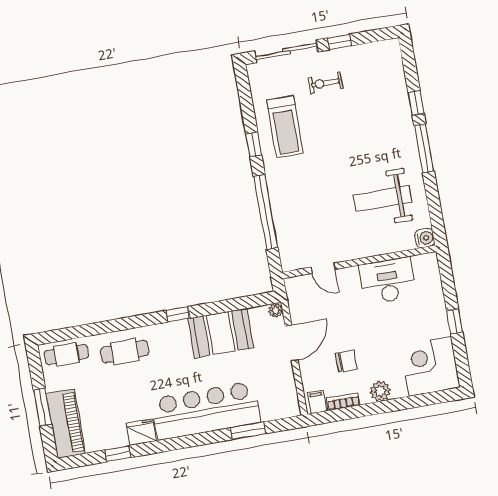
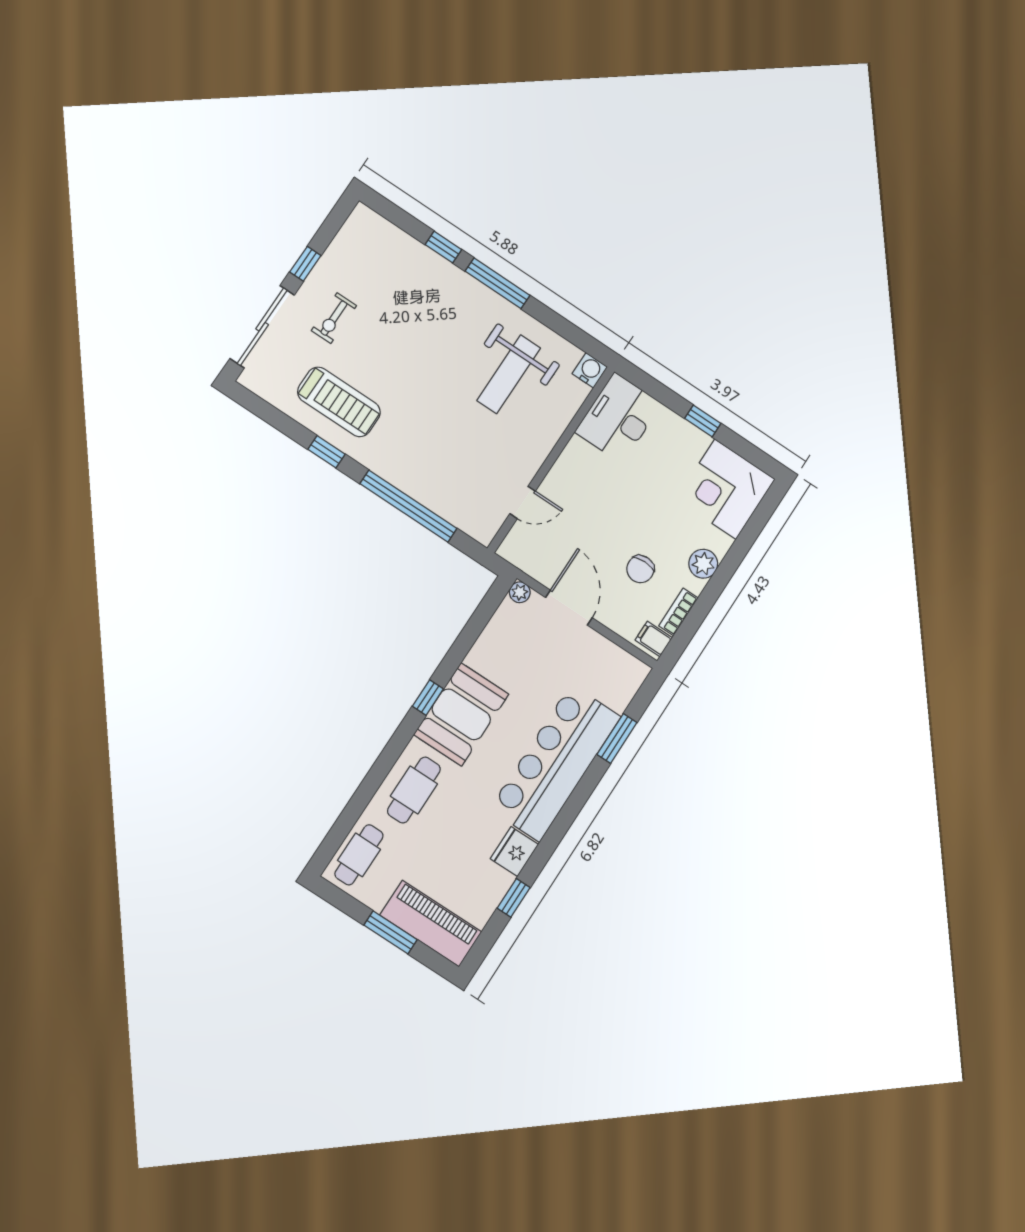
desk: (388, 281) -> (618, 418), moved
booth: (221, 333) -> (461, 714), moved
chair: (347, 361) -> (640, 569), turned 180

